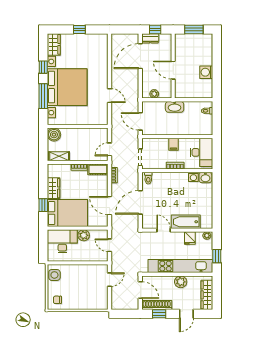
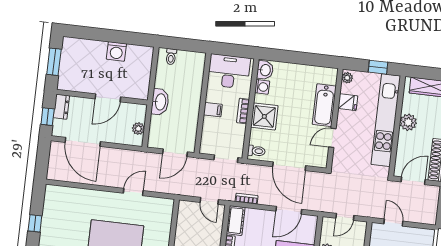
dresser: (150, 38) -> (61, 107), moved
shower: (173, 181) -> (264, 116), added

